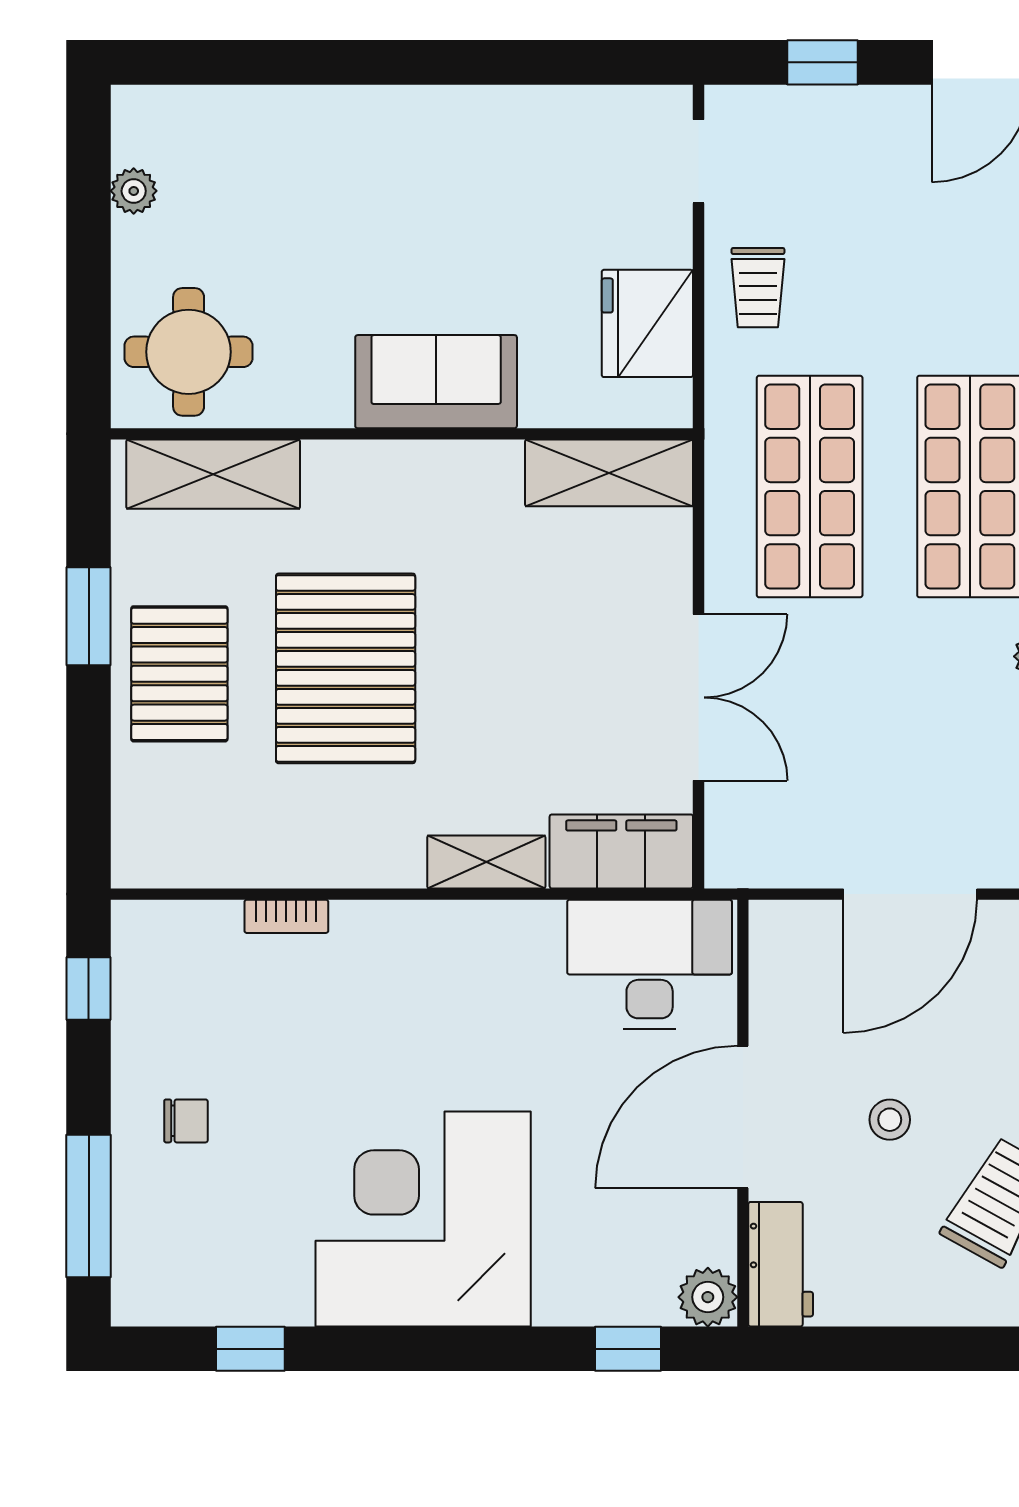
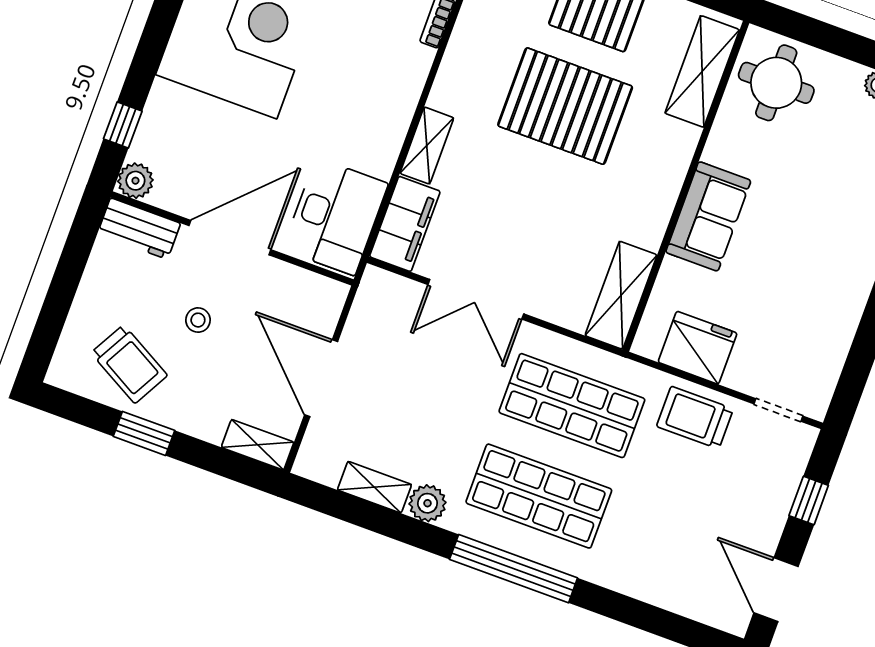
trolley: (758, 288) -> (695, 418), width x1.36, depth x1.39
door: (743, 1117) -> (230, 238), hinge flipped

